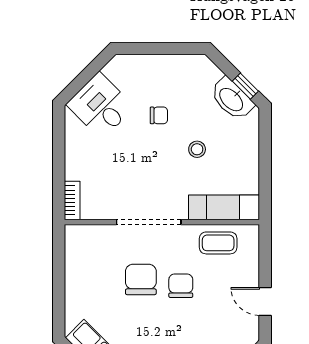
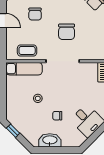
washbasin: (232, 99) -> (50, 140), moved, turned -45
chair: (181, 286) -> (35, 14), moved

